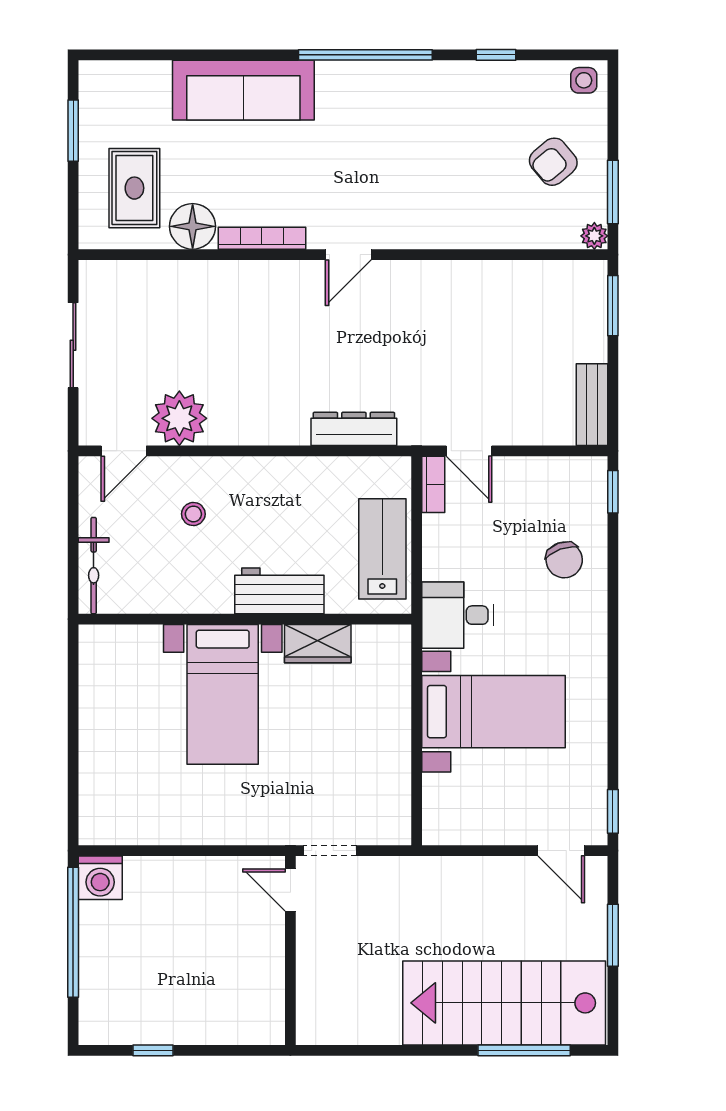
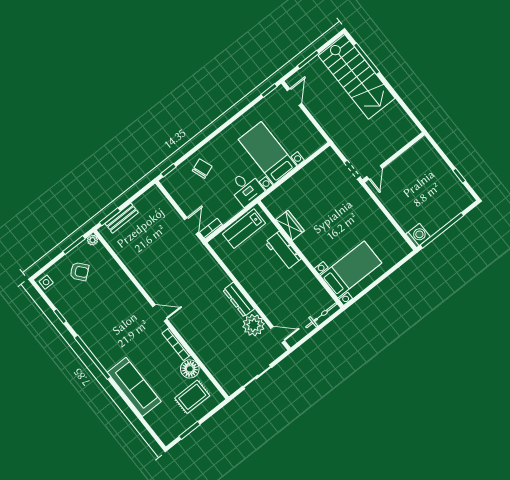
bench: (592, 405) -> (122, 218), moved
dresser: (354, 429) -> (239, 300), moved
stool: (193, 514) -> (280, 297), removed
bed with nightstands: (223, 694) -> (351, 269), moved

